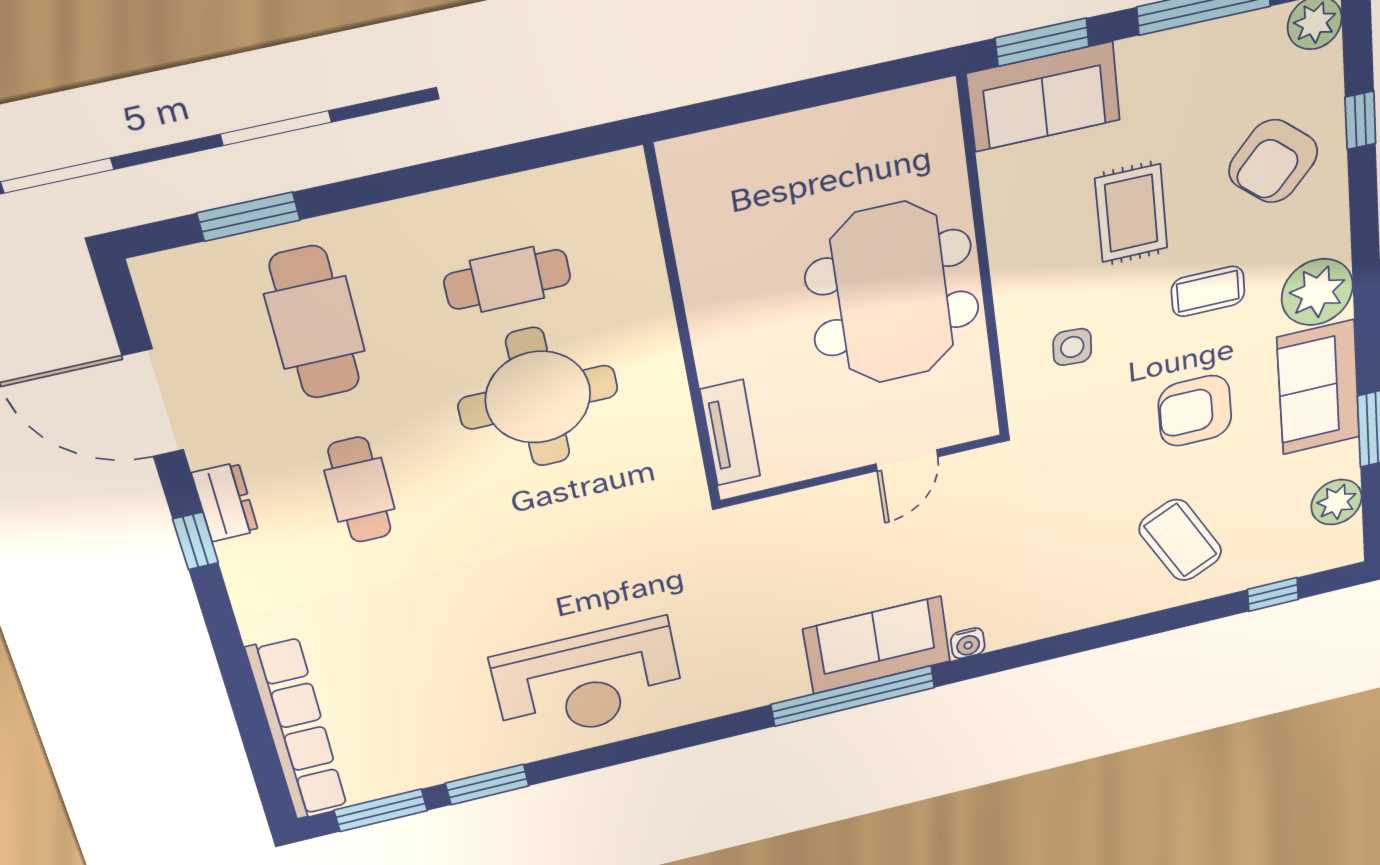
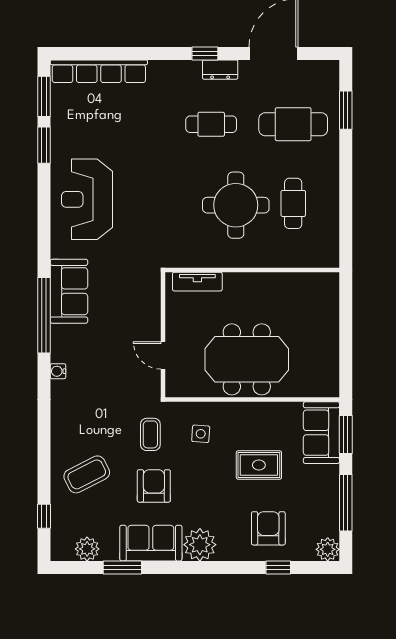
armchair: (1273, 161) -> (268, 528), turned 48
coffee table: (1208, 291) -> (150, 434), moved
sofa: (877, 645) -> (69, 291), moved

